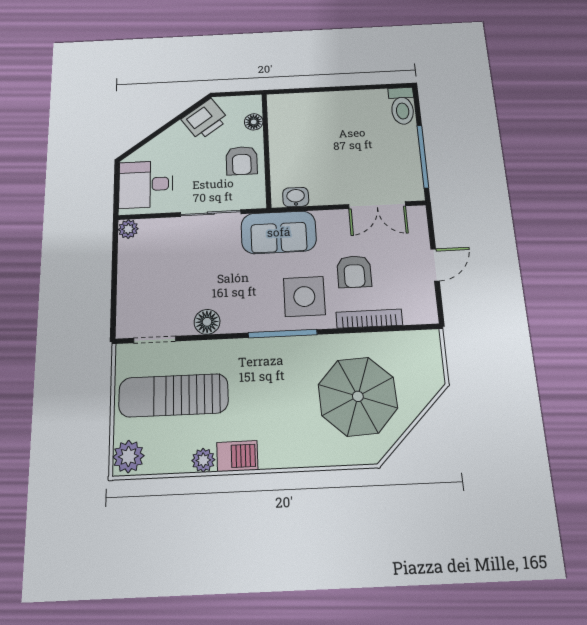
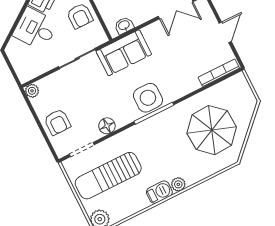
desk: (146, 184) -> (35, 29), moved, turned 54
armchair: (354, 272) -> (57, 122), moved
side table: (304, 296) -> (148, 98), moved
bookcase: (369, 319) -> (219, 73), moved
plant: (203, 460) -> (178, 184), moved

